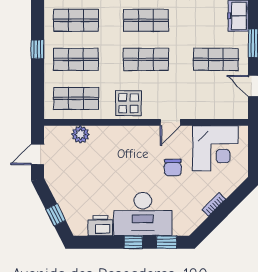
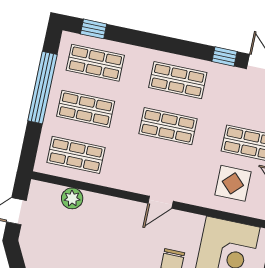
window: (37, 49) -> (42, 88), width x3.17
display table: (128, 103) -> (233, 183), moved
door: (170, 122) -> (161, 202), moved

